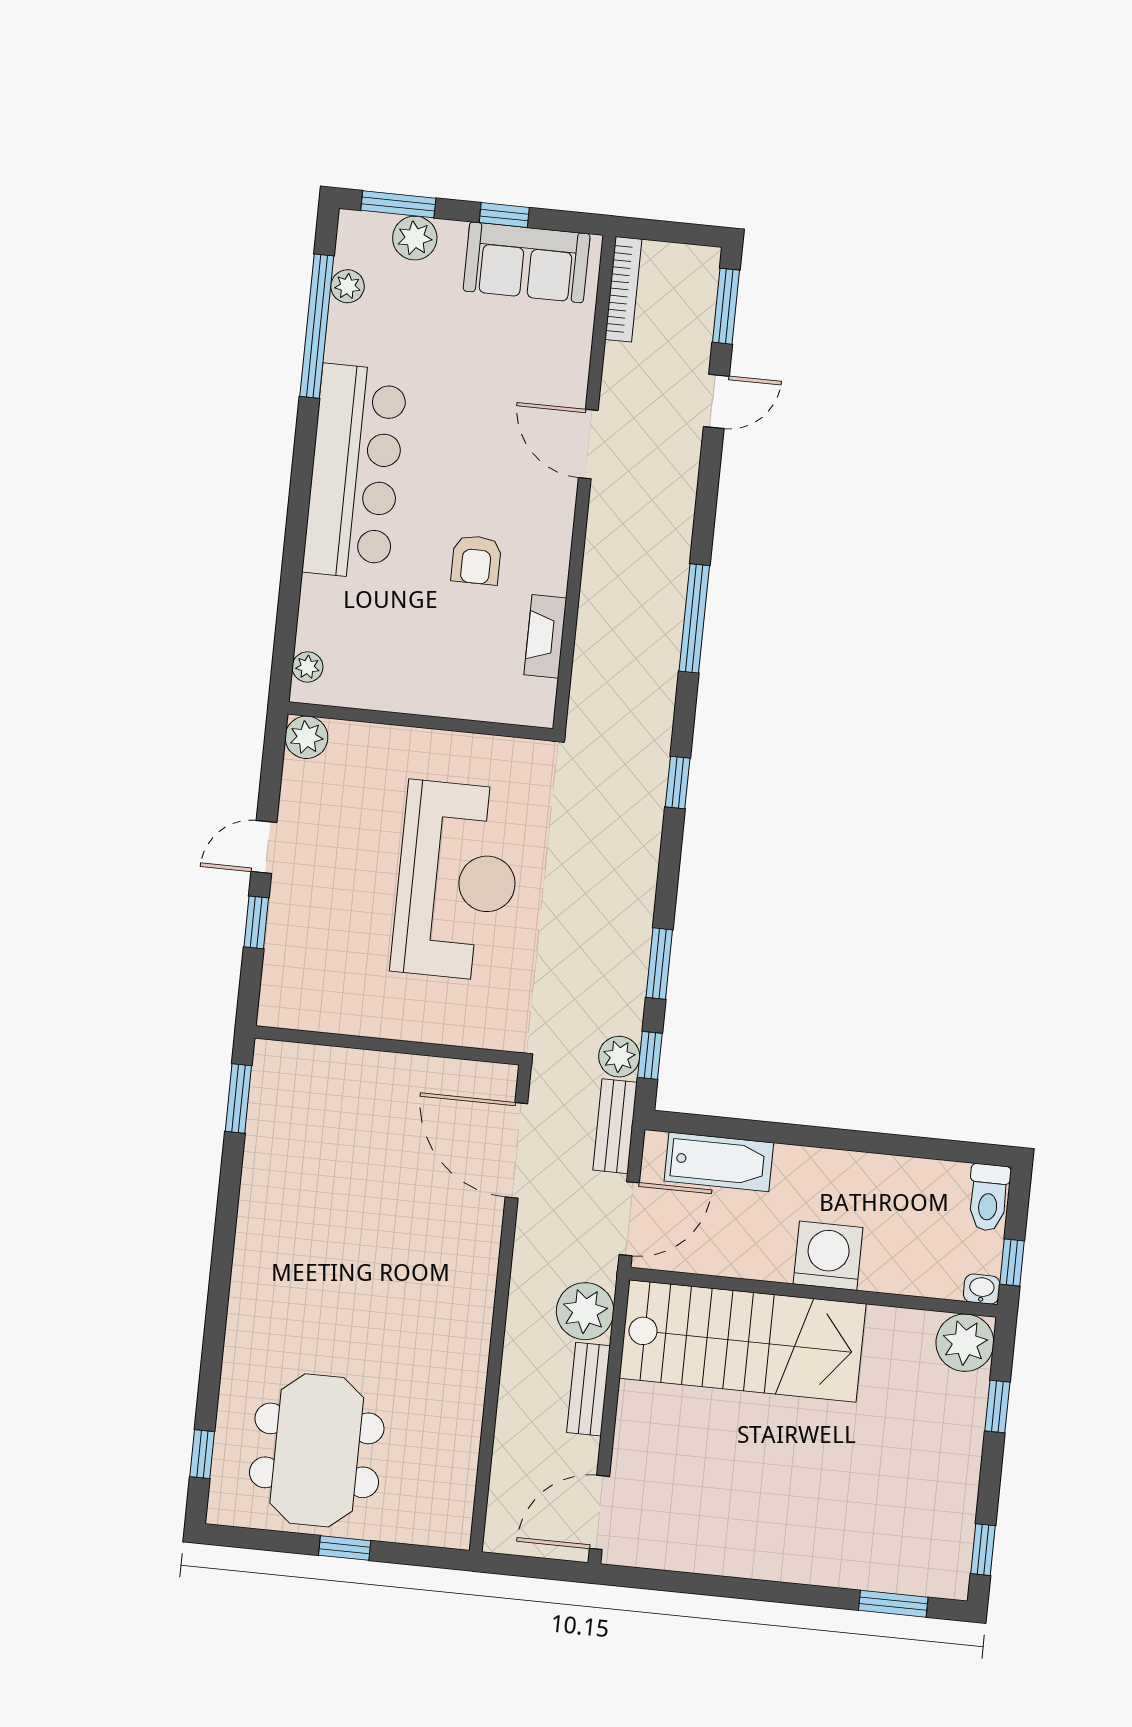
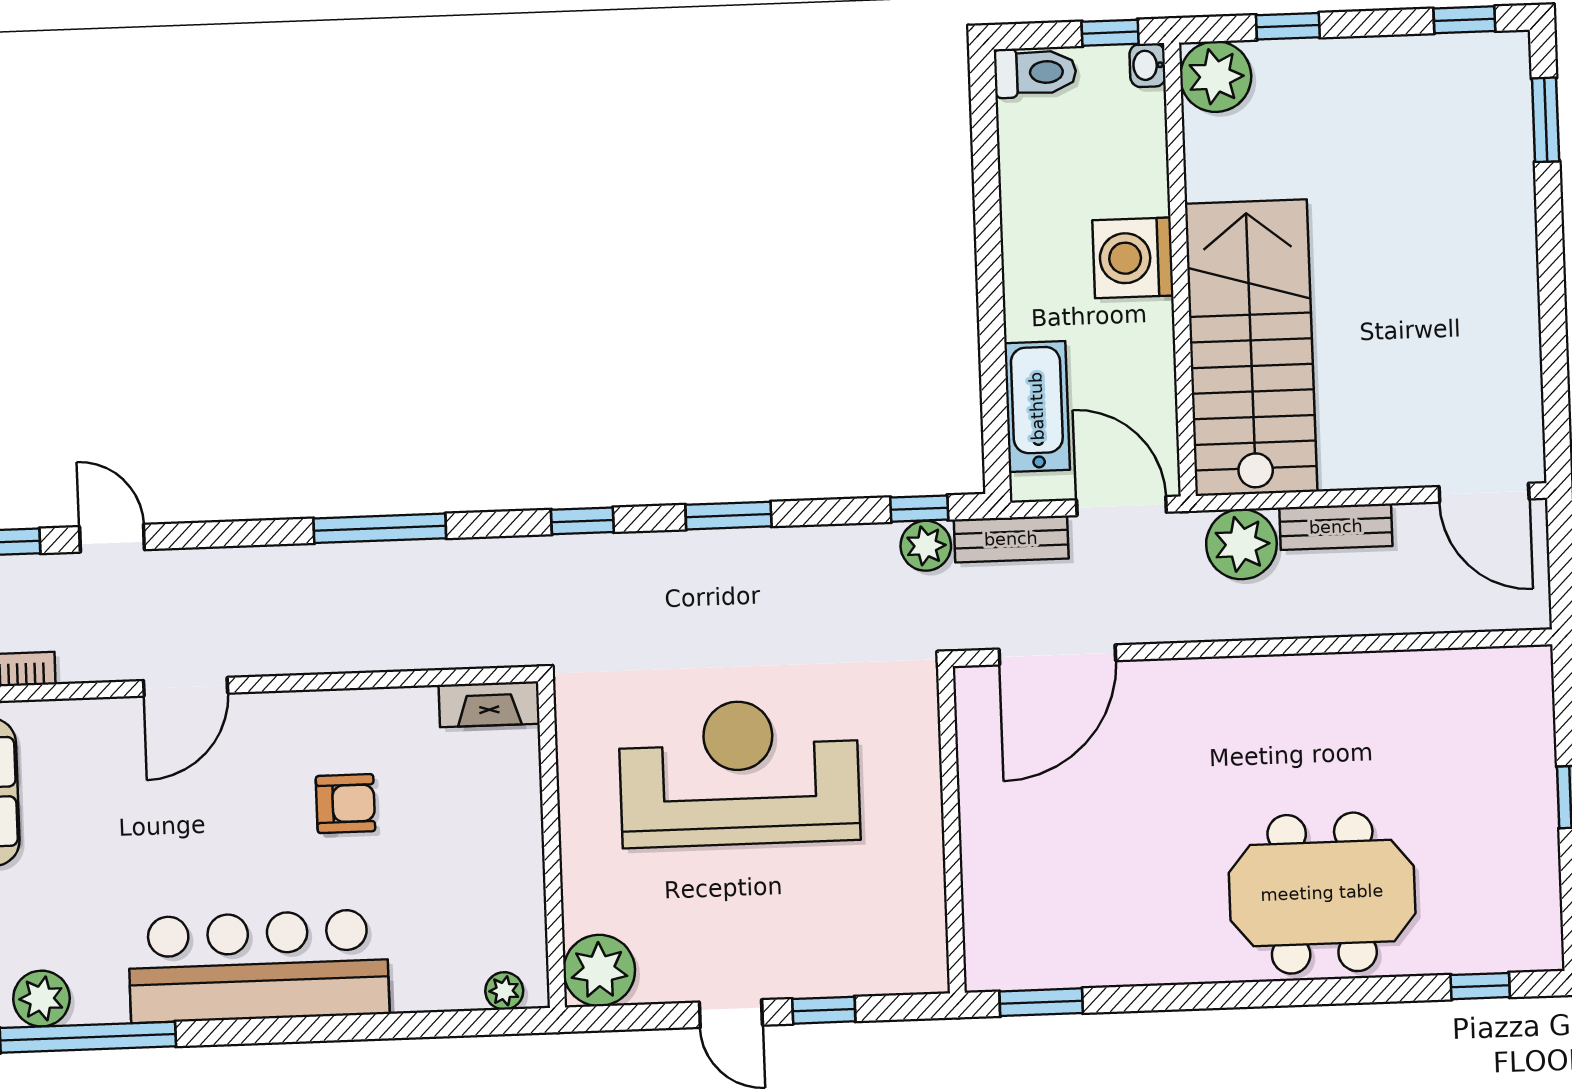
plant: (348, 286) -> (41, 999), width x1.38, depth x1.38
fireplace: (545, 636) -> (489, 704), moved
plant: (306, 737) -> (599, 970), width x1.36, depth x1.36
window: (659, 964) -> (728, 516), moved
meeting table: (317, 1450) -> (1322, 893), moved

